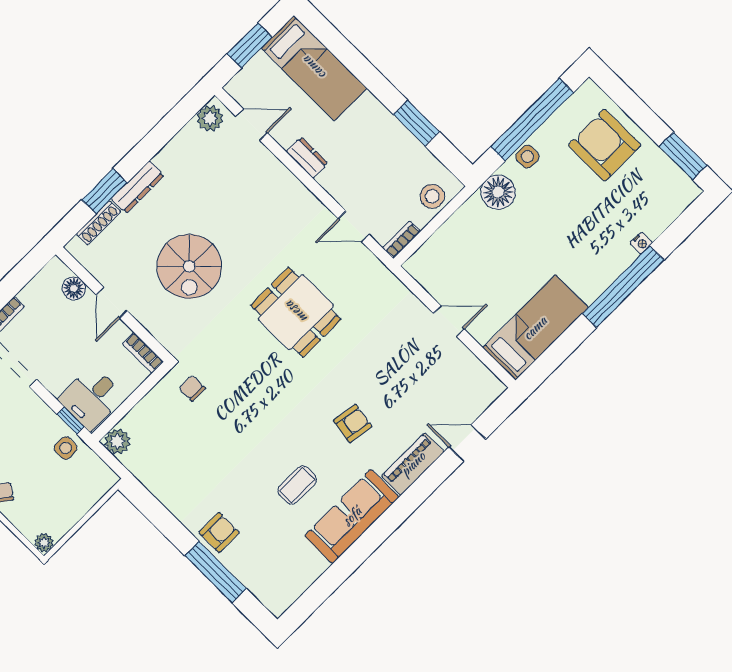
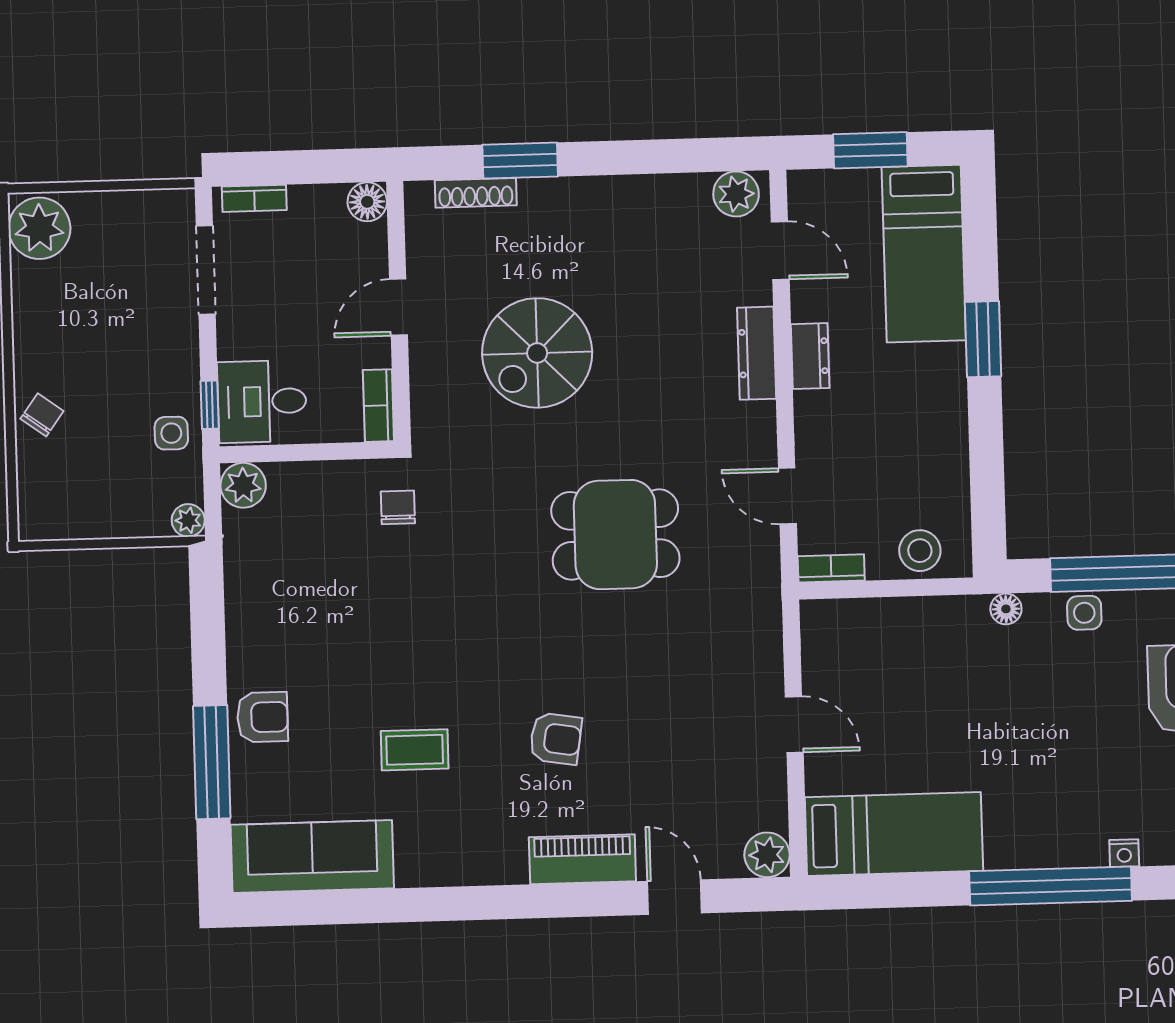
window: (416, 123) -> (983, 339), moved
dresser: (138, 187) -> (757, 353), moved, turned 90
floor lamp: (498, 192) -> (1006, 609), width x0.53, depth x0.53
floor lamp: (74, 288) -> (367, 202), moved
dining table: (296, 312) -> (615, 535), turned 90
plant: (490, 388) -> (767, 855), added
sofa: (352, 516) -> (312, 857), moved
plant: (44, 543) -> (188, 520), moved

